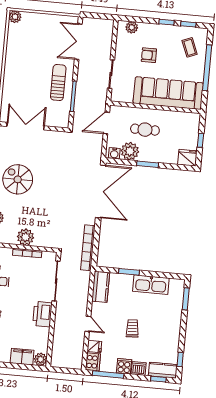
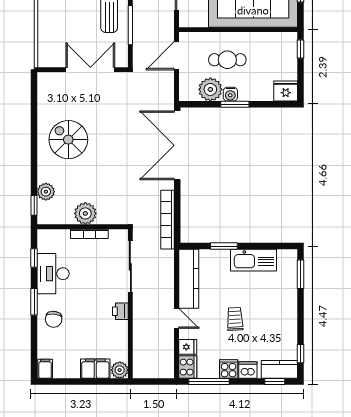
double door: (26, 126) -> (90, 70), moved
window: (200, 140) -> (301, 49), moved
water cooler: (114, 153) -> (230, 94), moved
double door: (101, 191) -> (177, 145), swing flipped
kitchen counter: (101, 287) -> (189, 279), width x1.50
printer: (42, 314) -> (120, 311), width x0.53, depth x0.68

